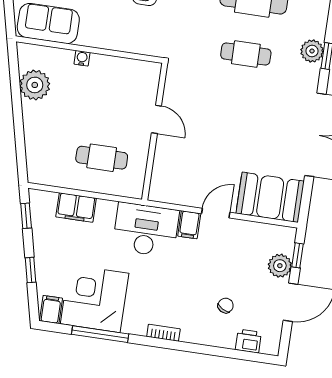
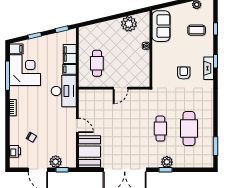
filing cabinet: (189, 225) -> (70, 69), moved

